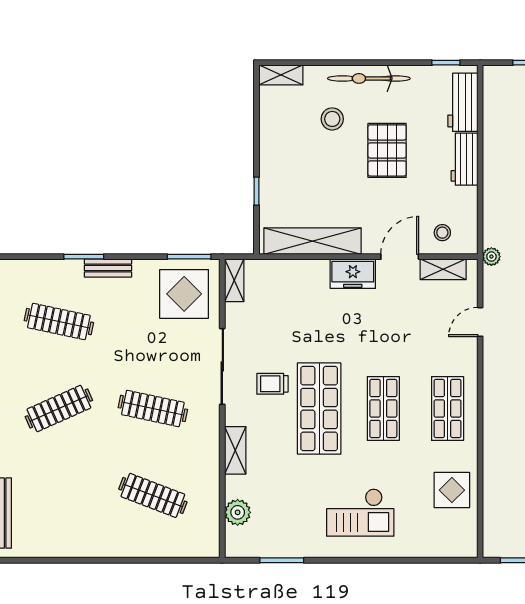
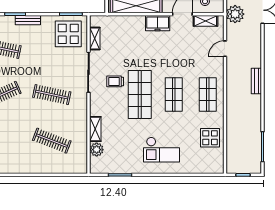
plant: (491, 257) -> (235, 14), width x1.87, depth x1.87
shelving: (234, 280) -> (95, 38), moved
shelving: (235, 450) -> (95, 129), moved

